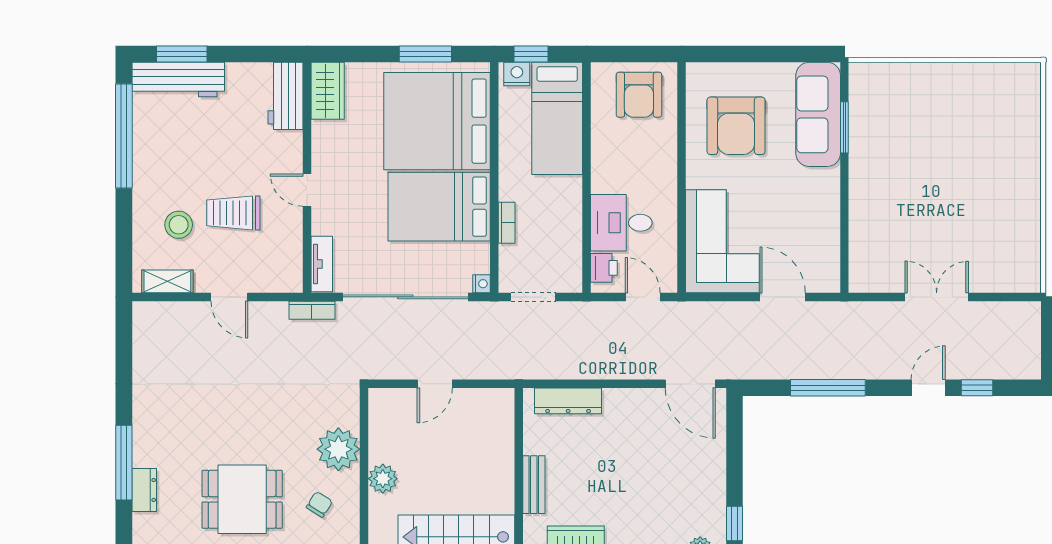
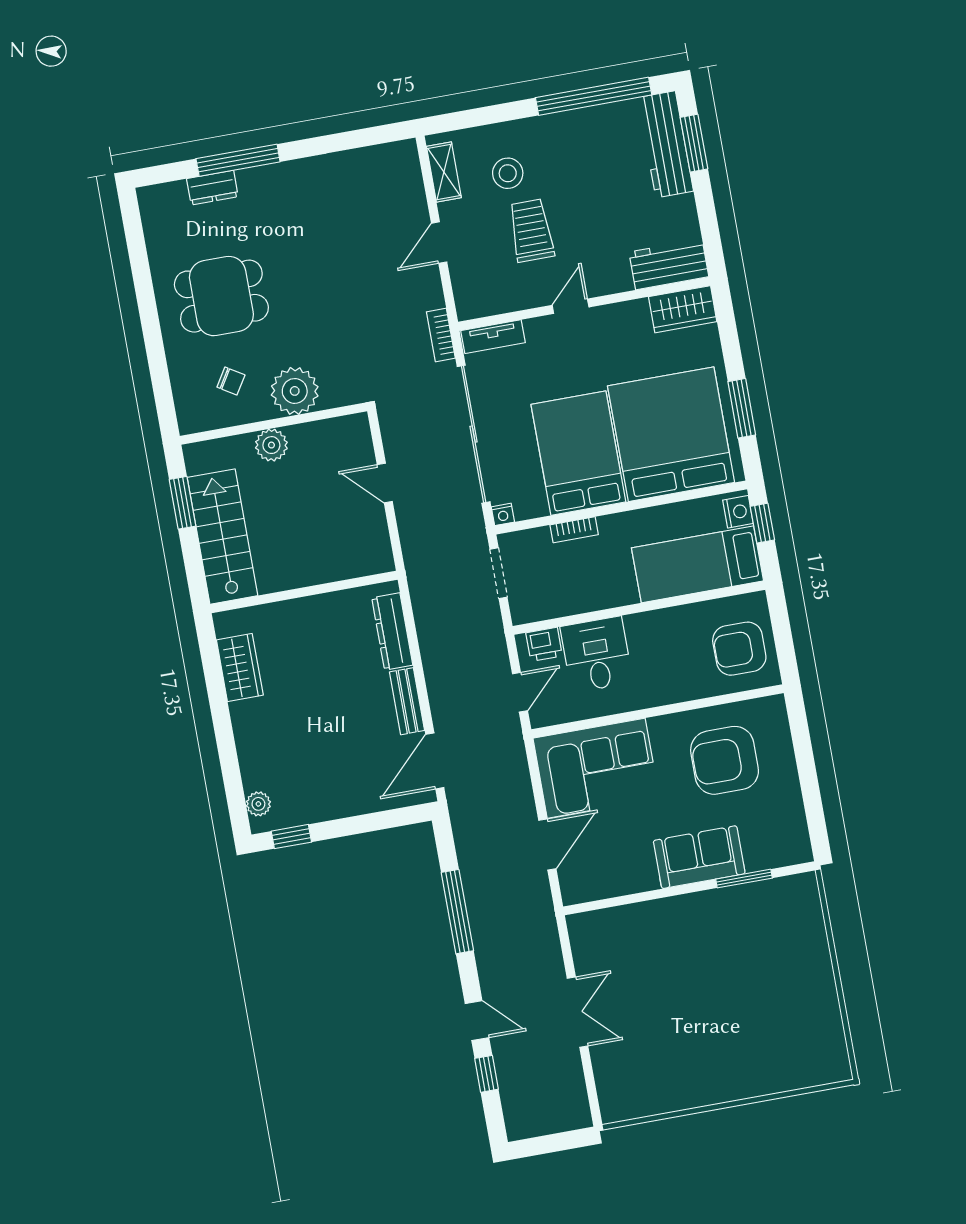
sofa: (818, 114) -> (699, 857), moved, width x0.73
bench: (534, 485) -> (407, 701), moved, turned 90
dining table: (242, 499) -> (221, 296), turned 90

